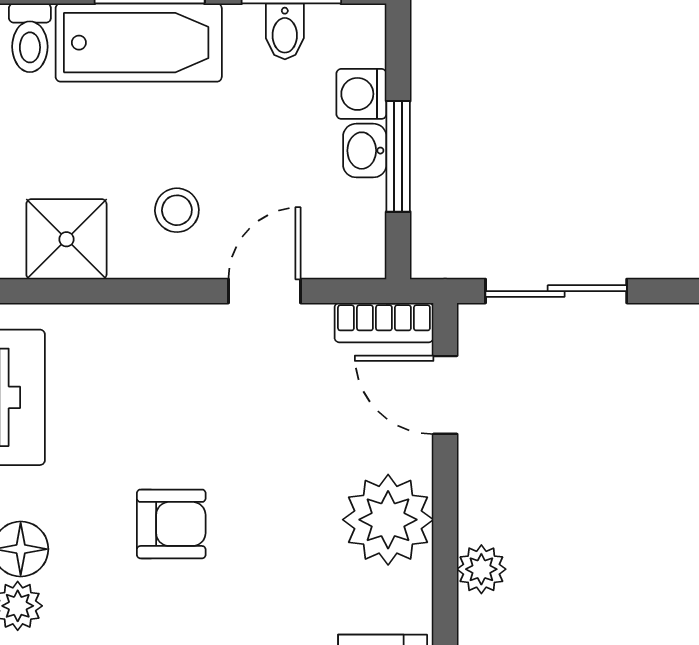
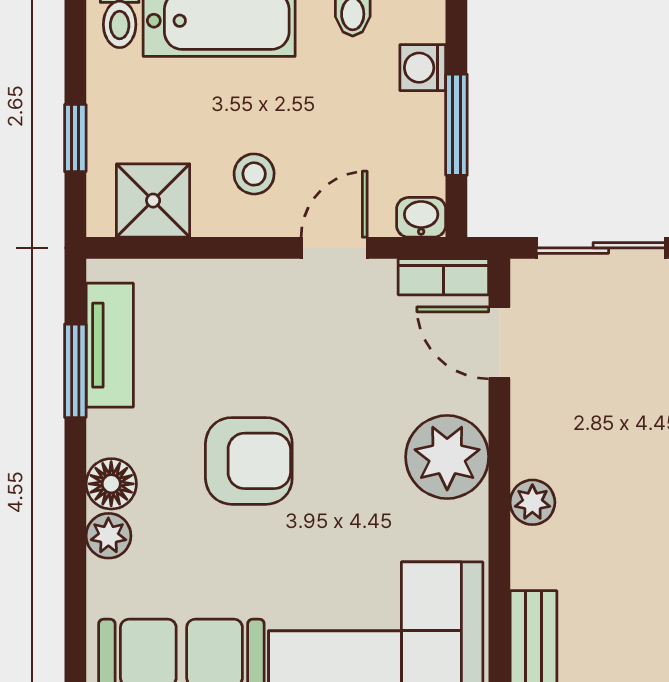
washbasin: (365, 151) -> (421, 217), moved, turned 90
armchair: (171, 524) -> (249, 461), width x1.38, depth x1.38

